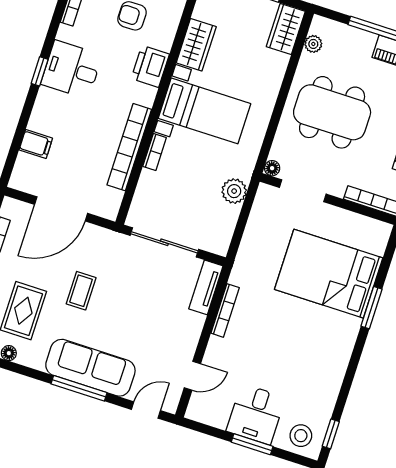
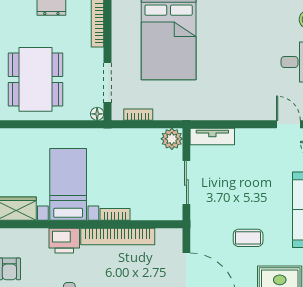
printer: (150, 66) -> (64, 241), moved
plant: (234, 191) -> (172, 139), moved
sliding door: (164, 242) -> (186, 182), width x0.73
bookcase: (225, 310) -> (138, 115), moved, width x0.64

